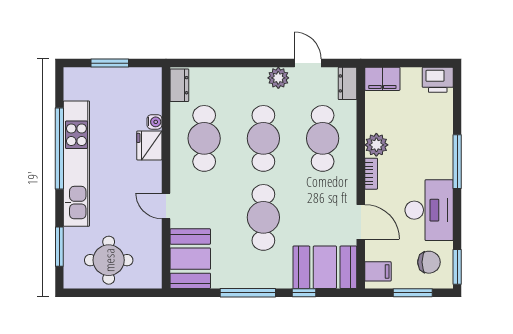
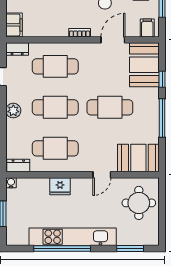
plant: (278, 78) -> (13, 111), moved
water cooler: (155, 122) -> (11, 183), moved
plant: (376, 145) -> (60, 29), removed
round table: (109, 260) -> (139, 203), moved

